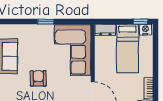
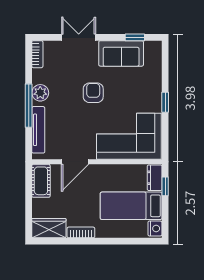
window: (140, 22) -> (165, 186), moved
armchair: (38, 78) -> (93, 93), turned -90

